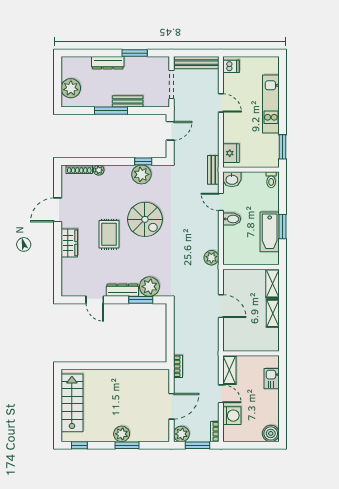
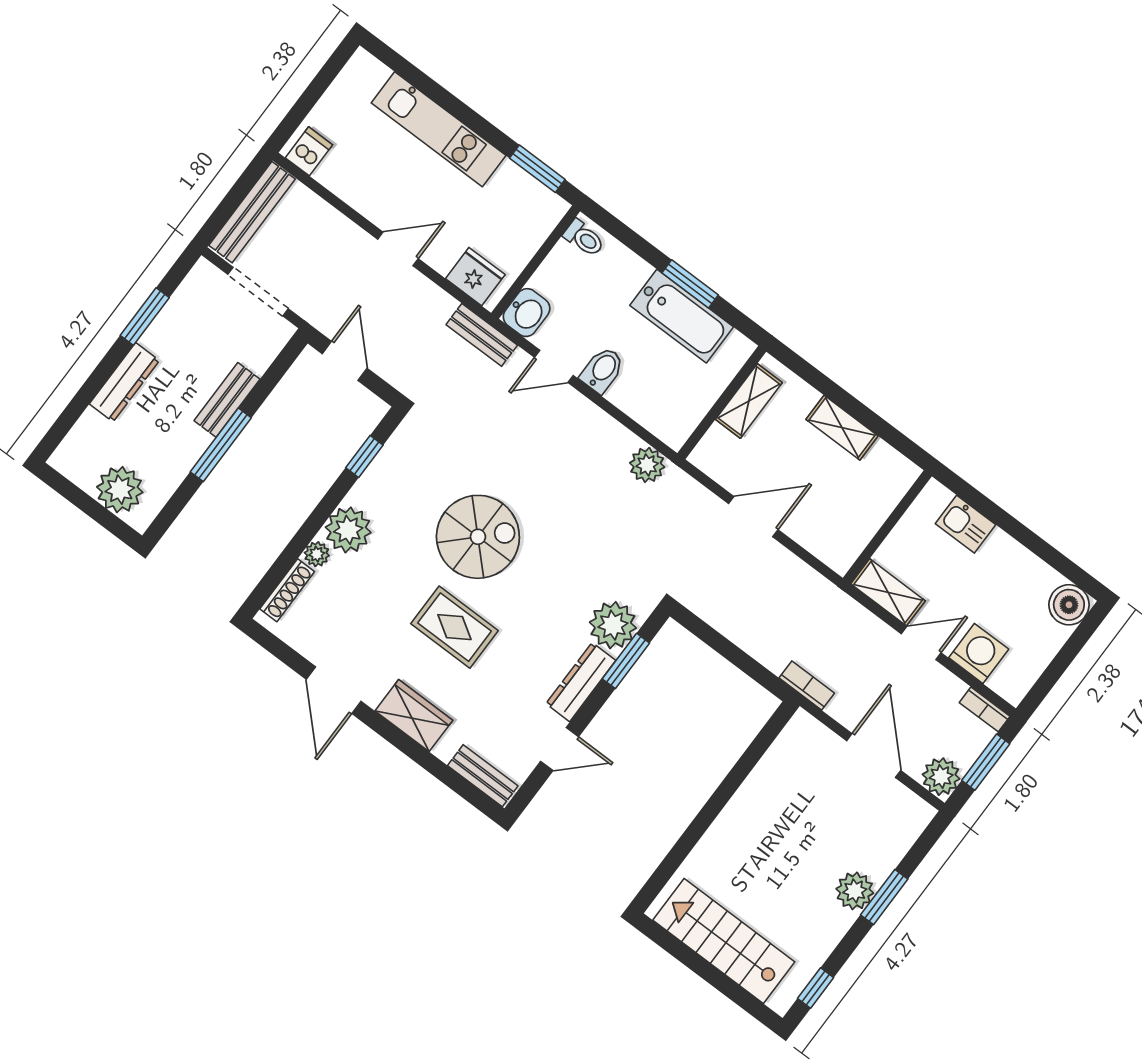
door: (221, 103) -> (398, 249), moved
plant: (141, 174) -> (348, 530), moved
bench: (67, 281) -> (483, 776), added
shelving: (273, 284) -> (749, 401), moved, turned 90

